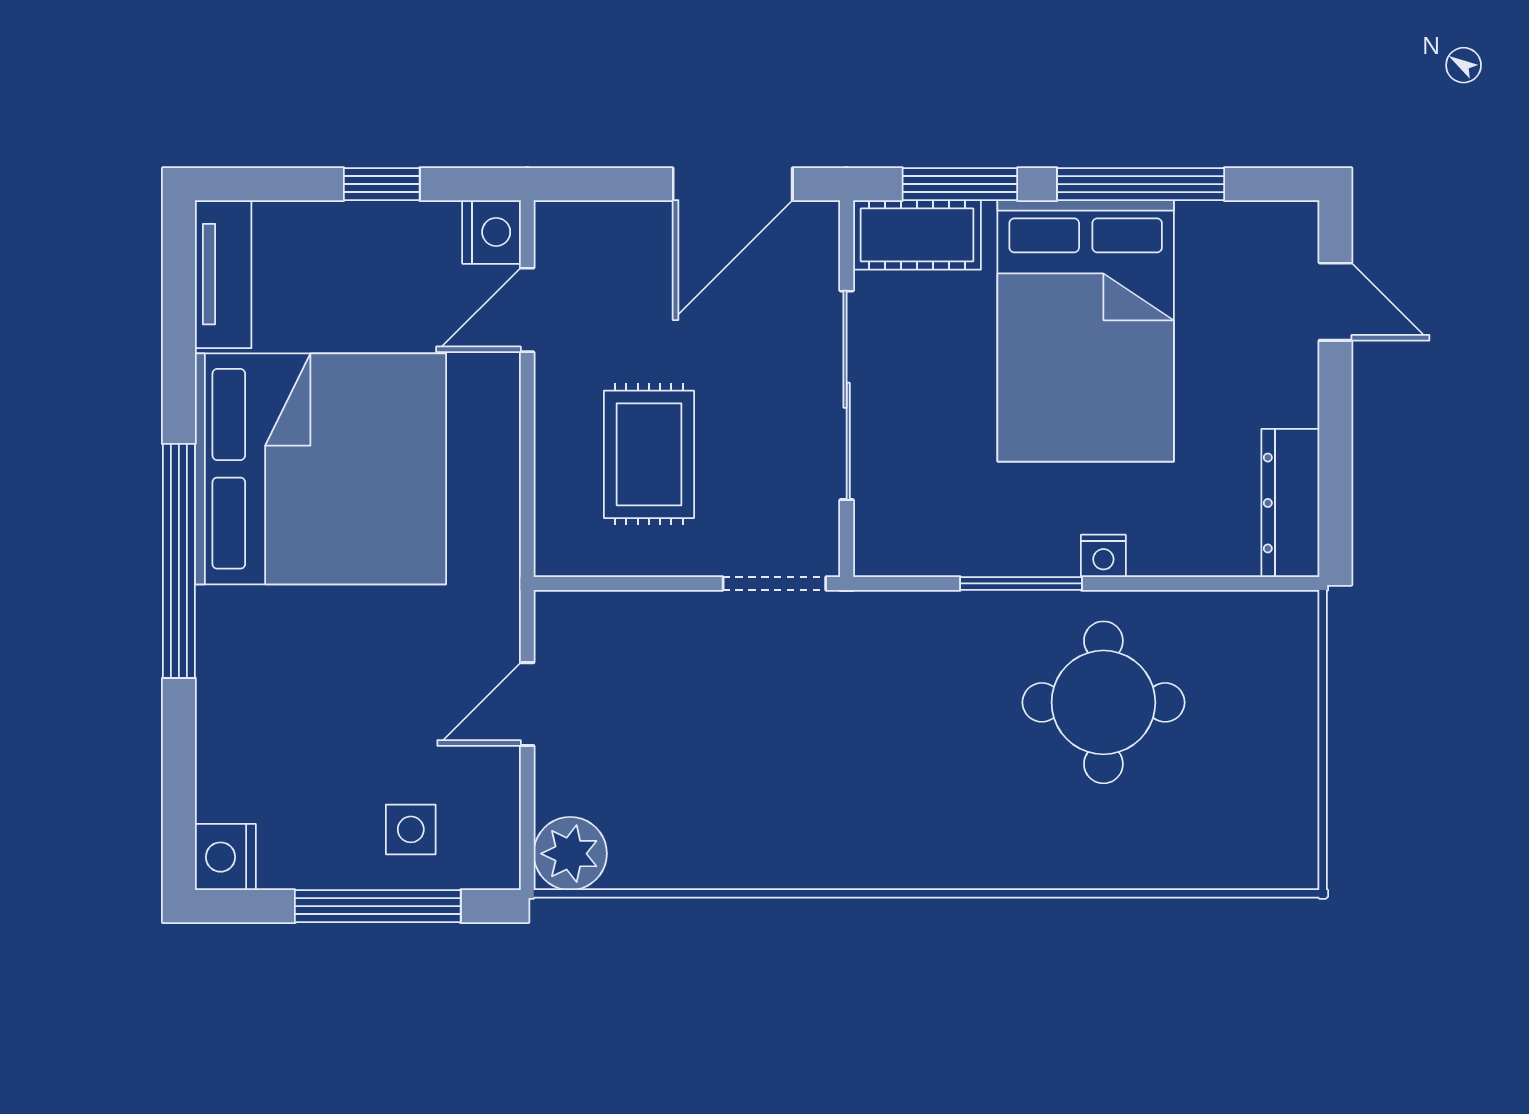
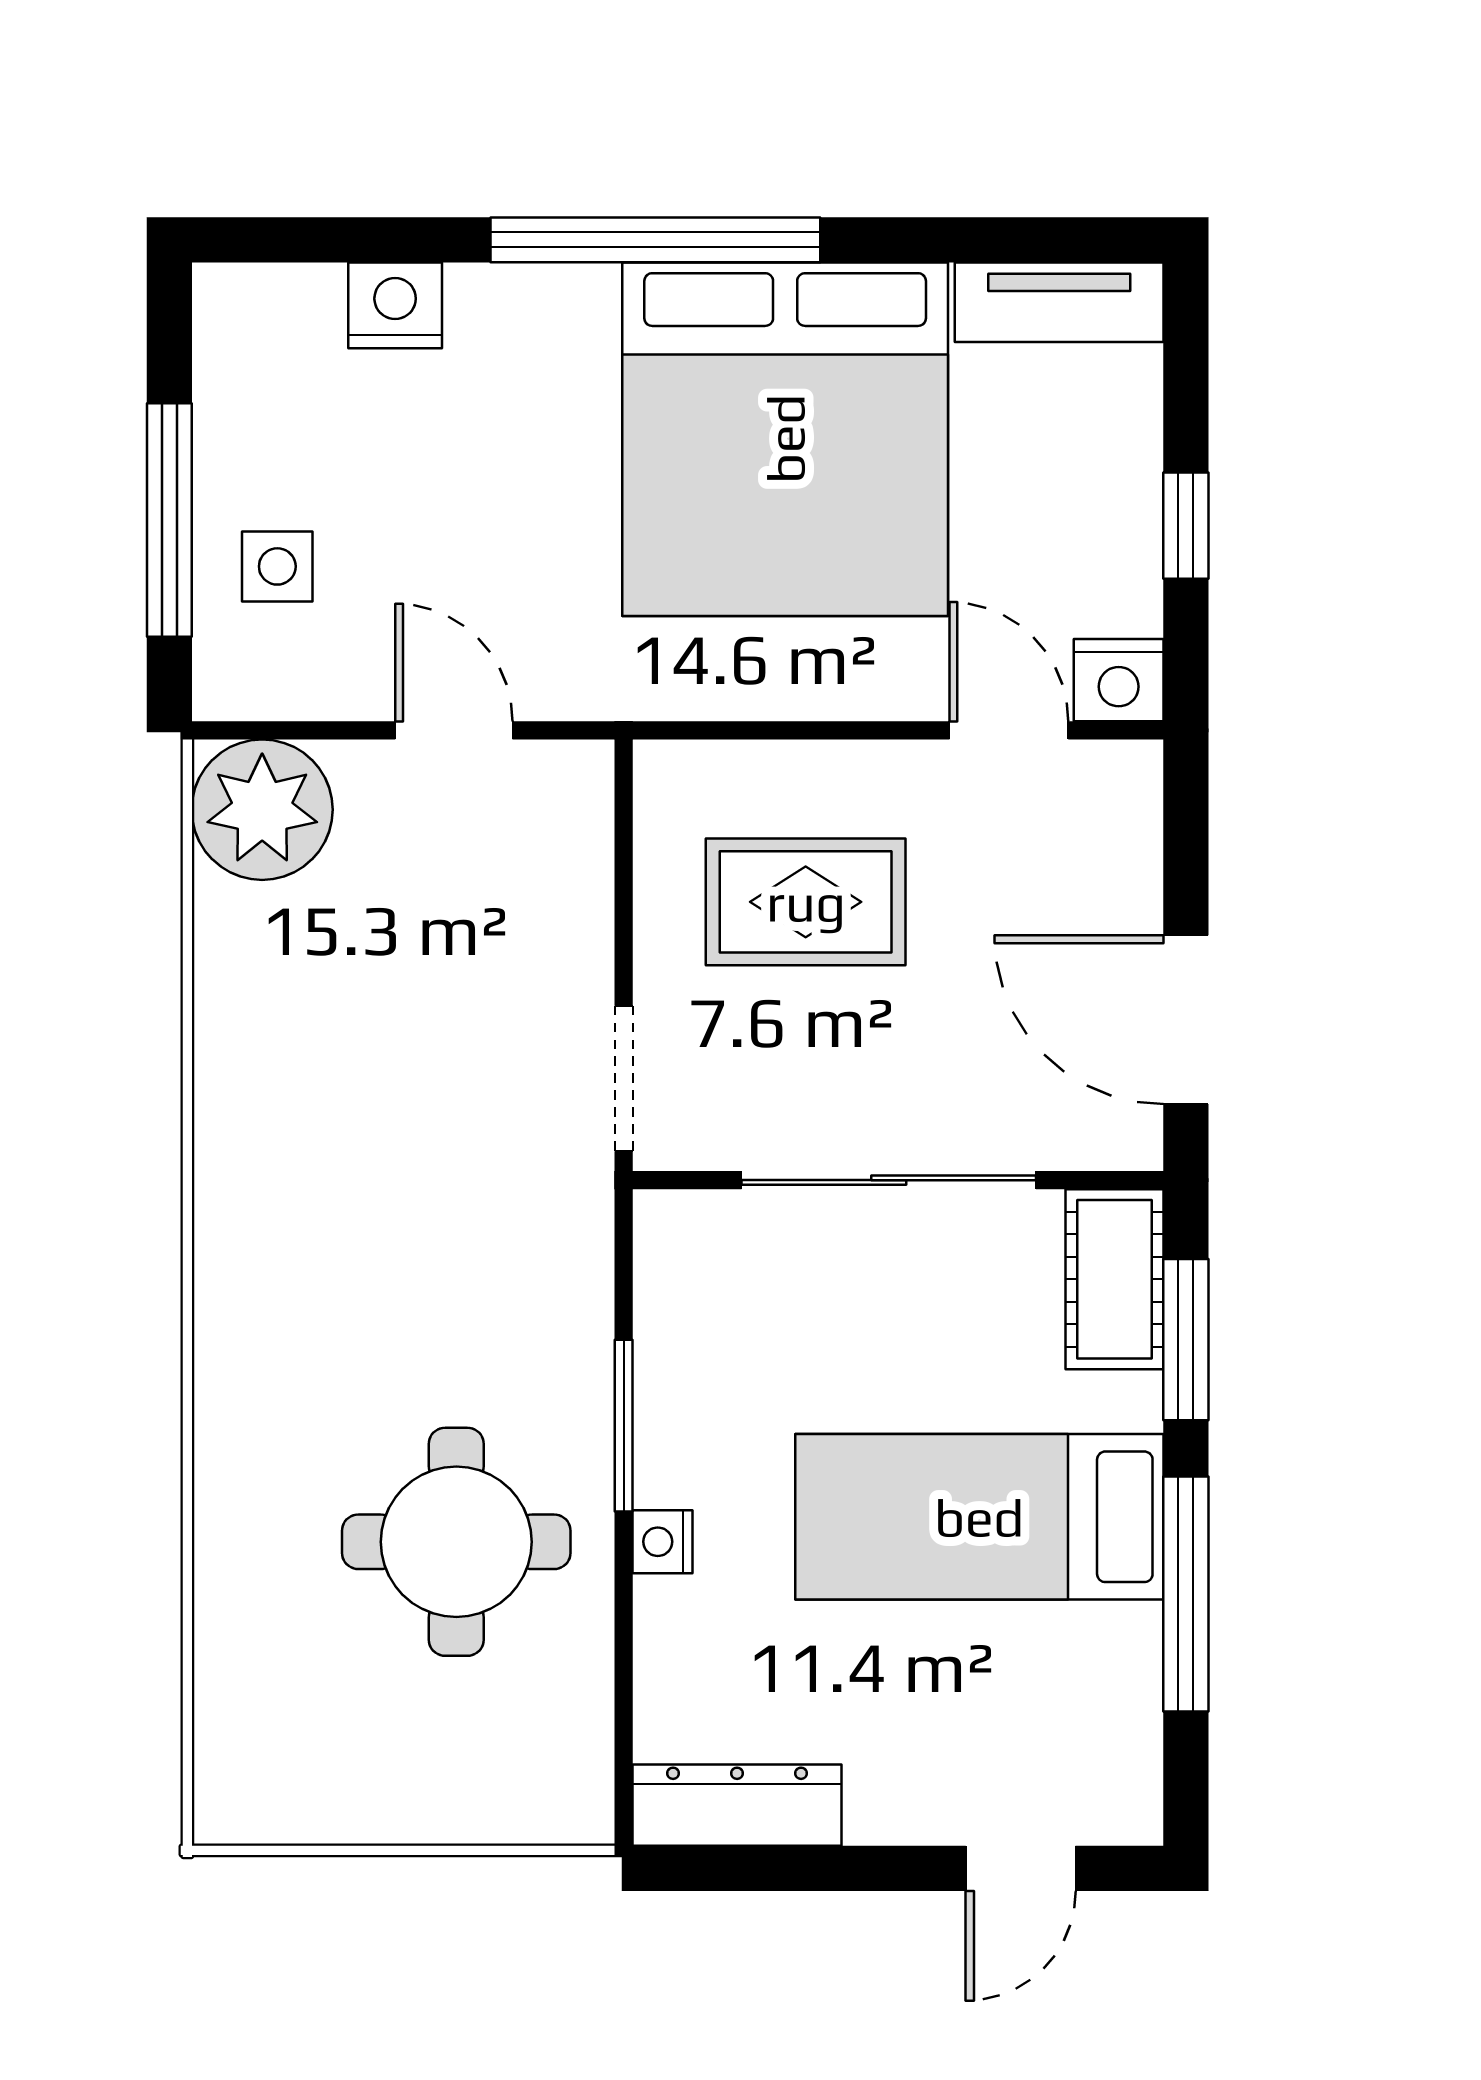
bed: (1086, 331) -> (979, 1517), width x0.67
plant: (570, 854) -> (262, 810), width x1.36, depth x1.36
nightstand: (225, 857) -> (395, 305), moved

